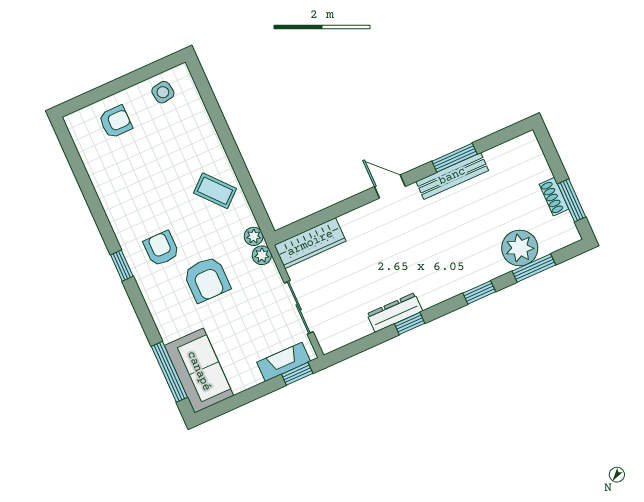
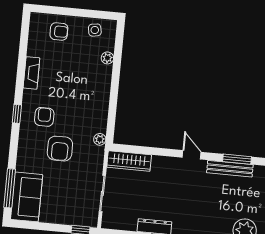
coffee table: (215, 191) -> (93, 102), removed
plant: (262, 255) -> (107, 58), moved
fireplace: (284, 362) -> (31, 73), moved, turned 90

